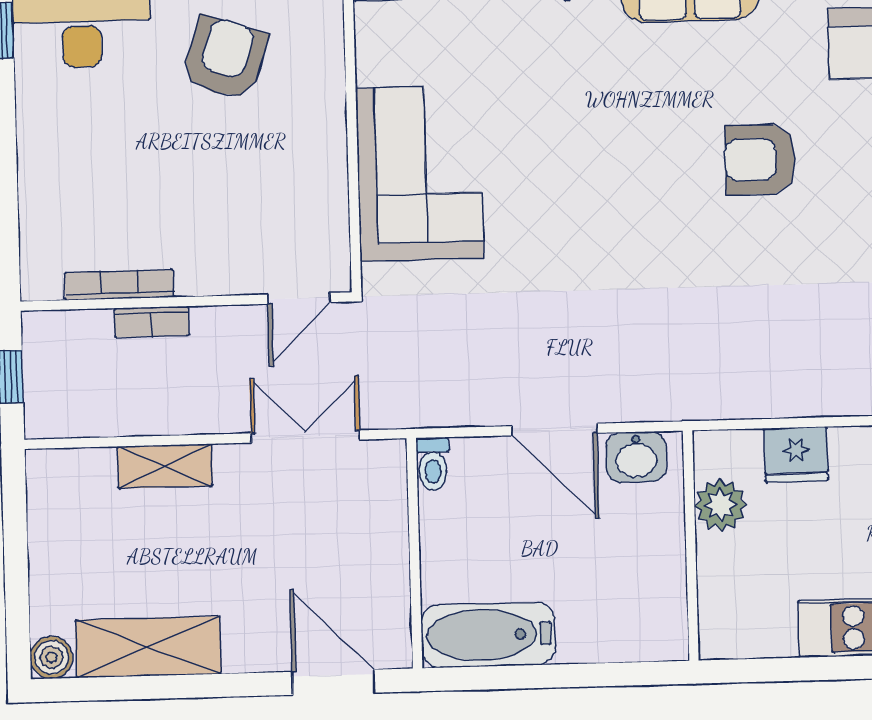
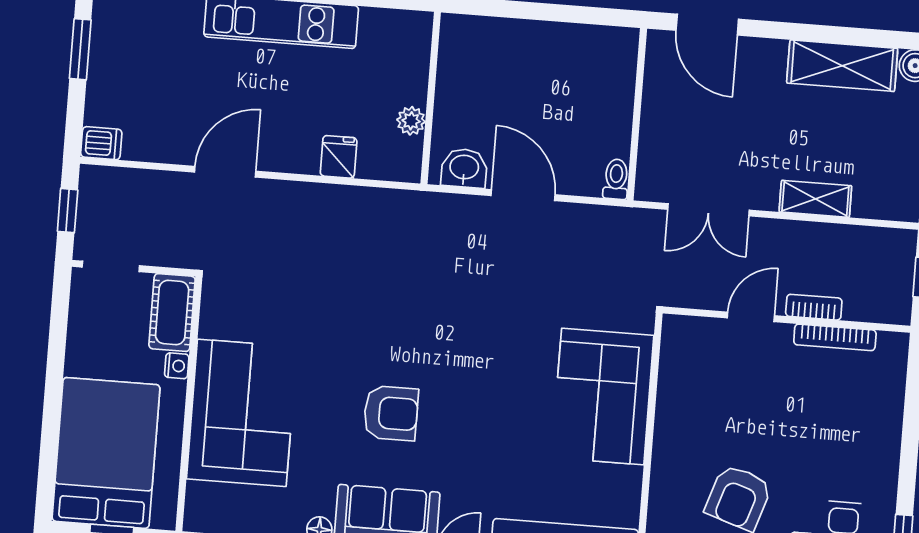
armchair: (760, 159) -> (391, 413), moved
door: (299, 298) -> (751, 317), moved
fridge: (796, 454) -> (339, 157), width x0.72
plant: (721, 505) -> (411, 121), width x0.73, depth x0.73
bathtub: (488, 635) -> (588, 48), removed

